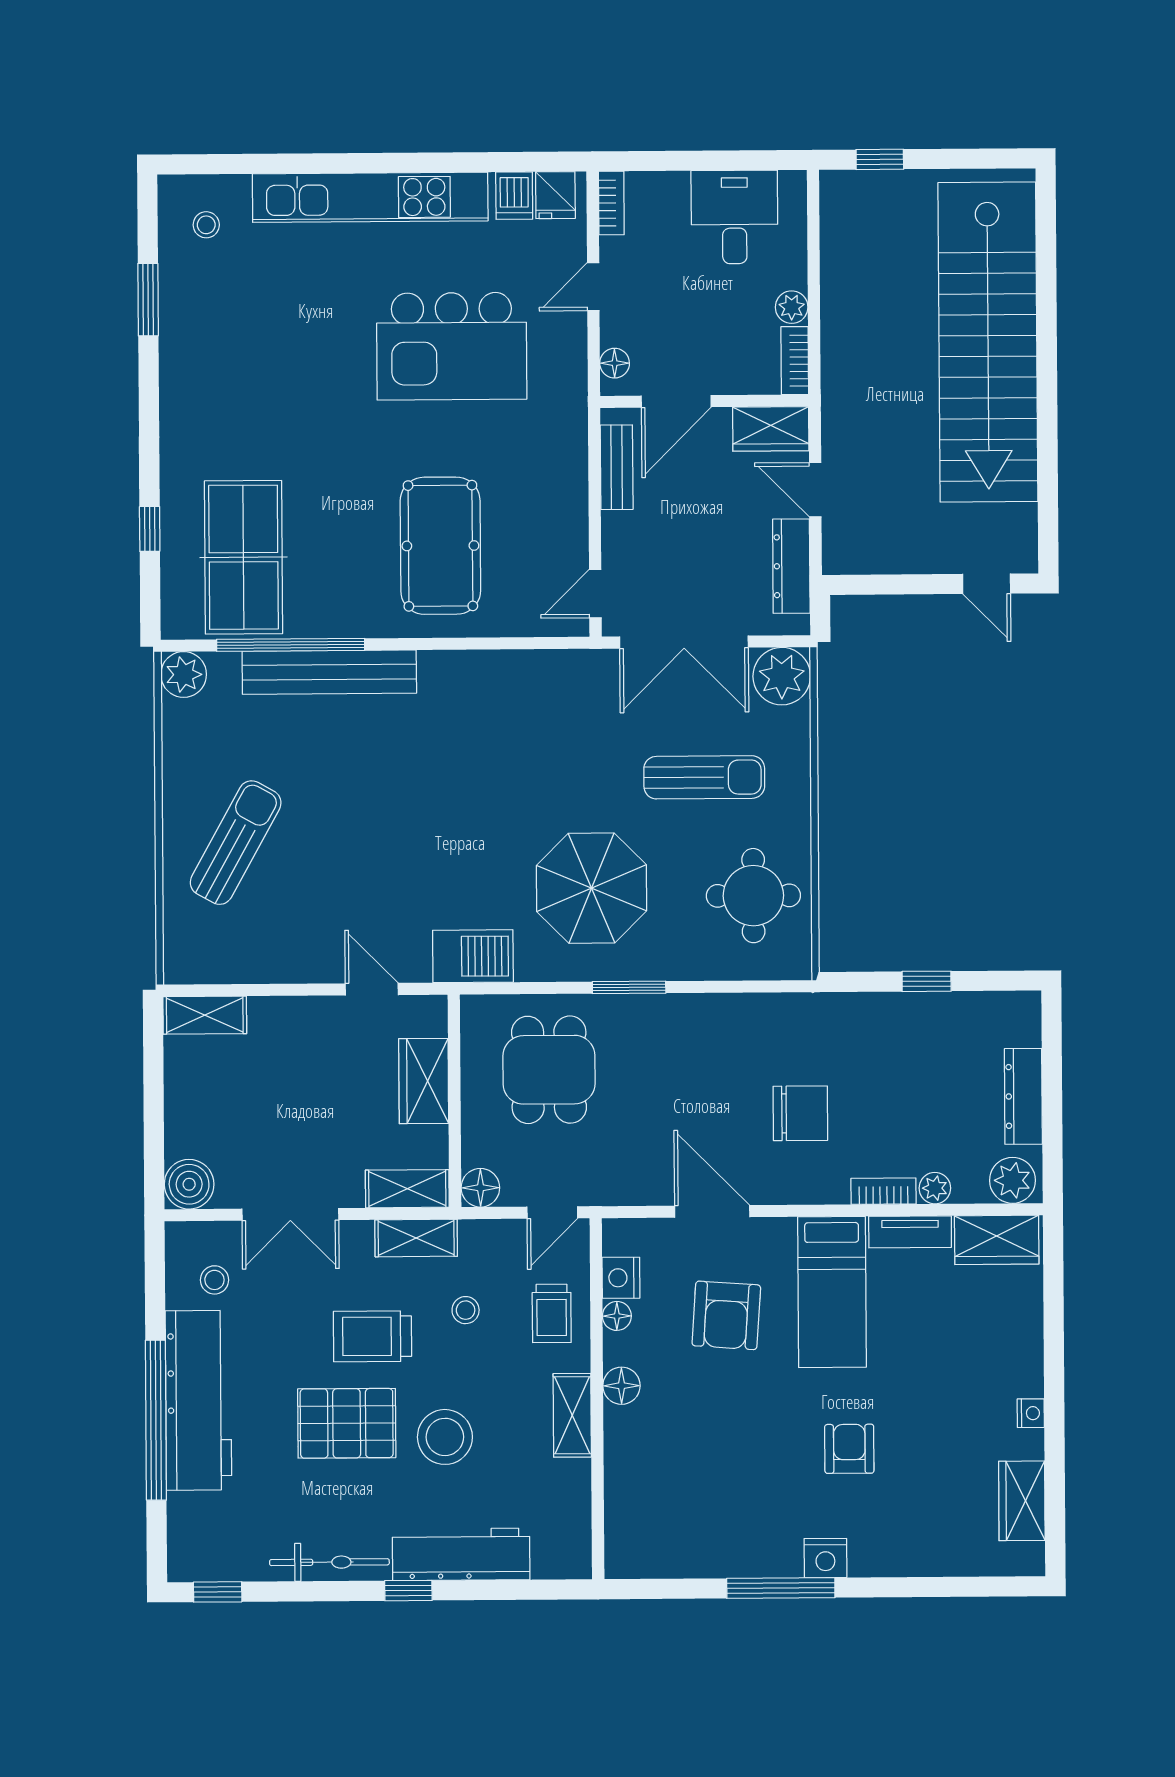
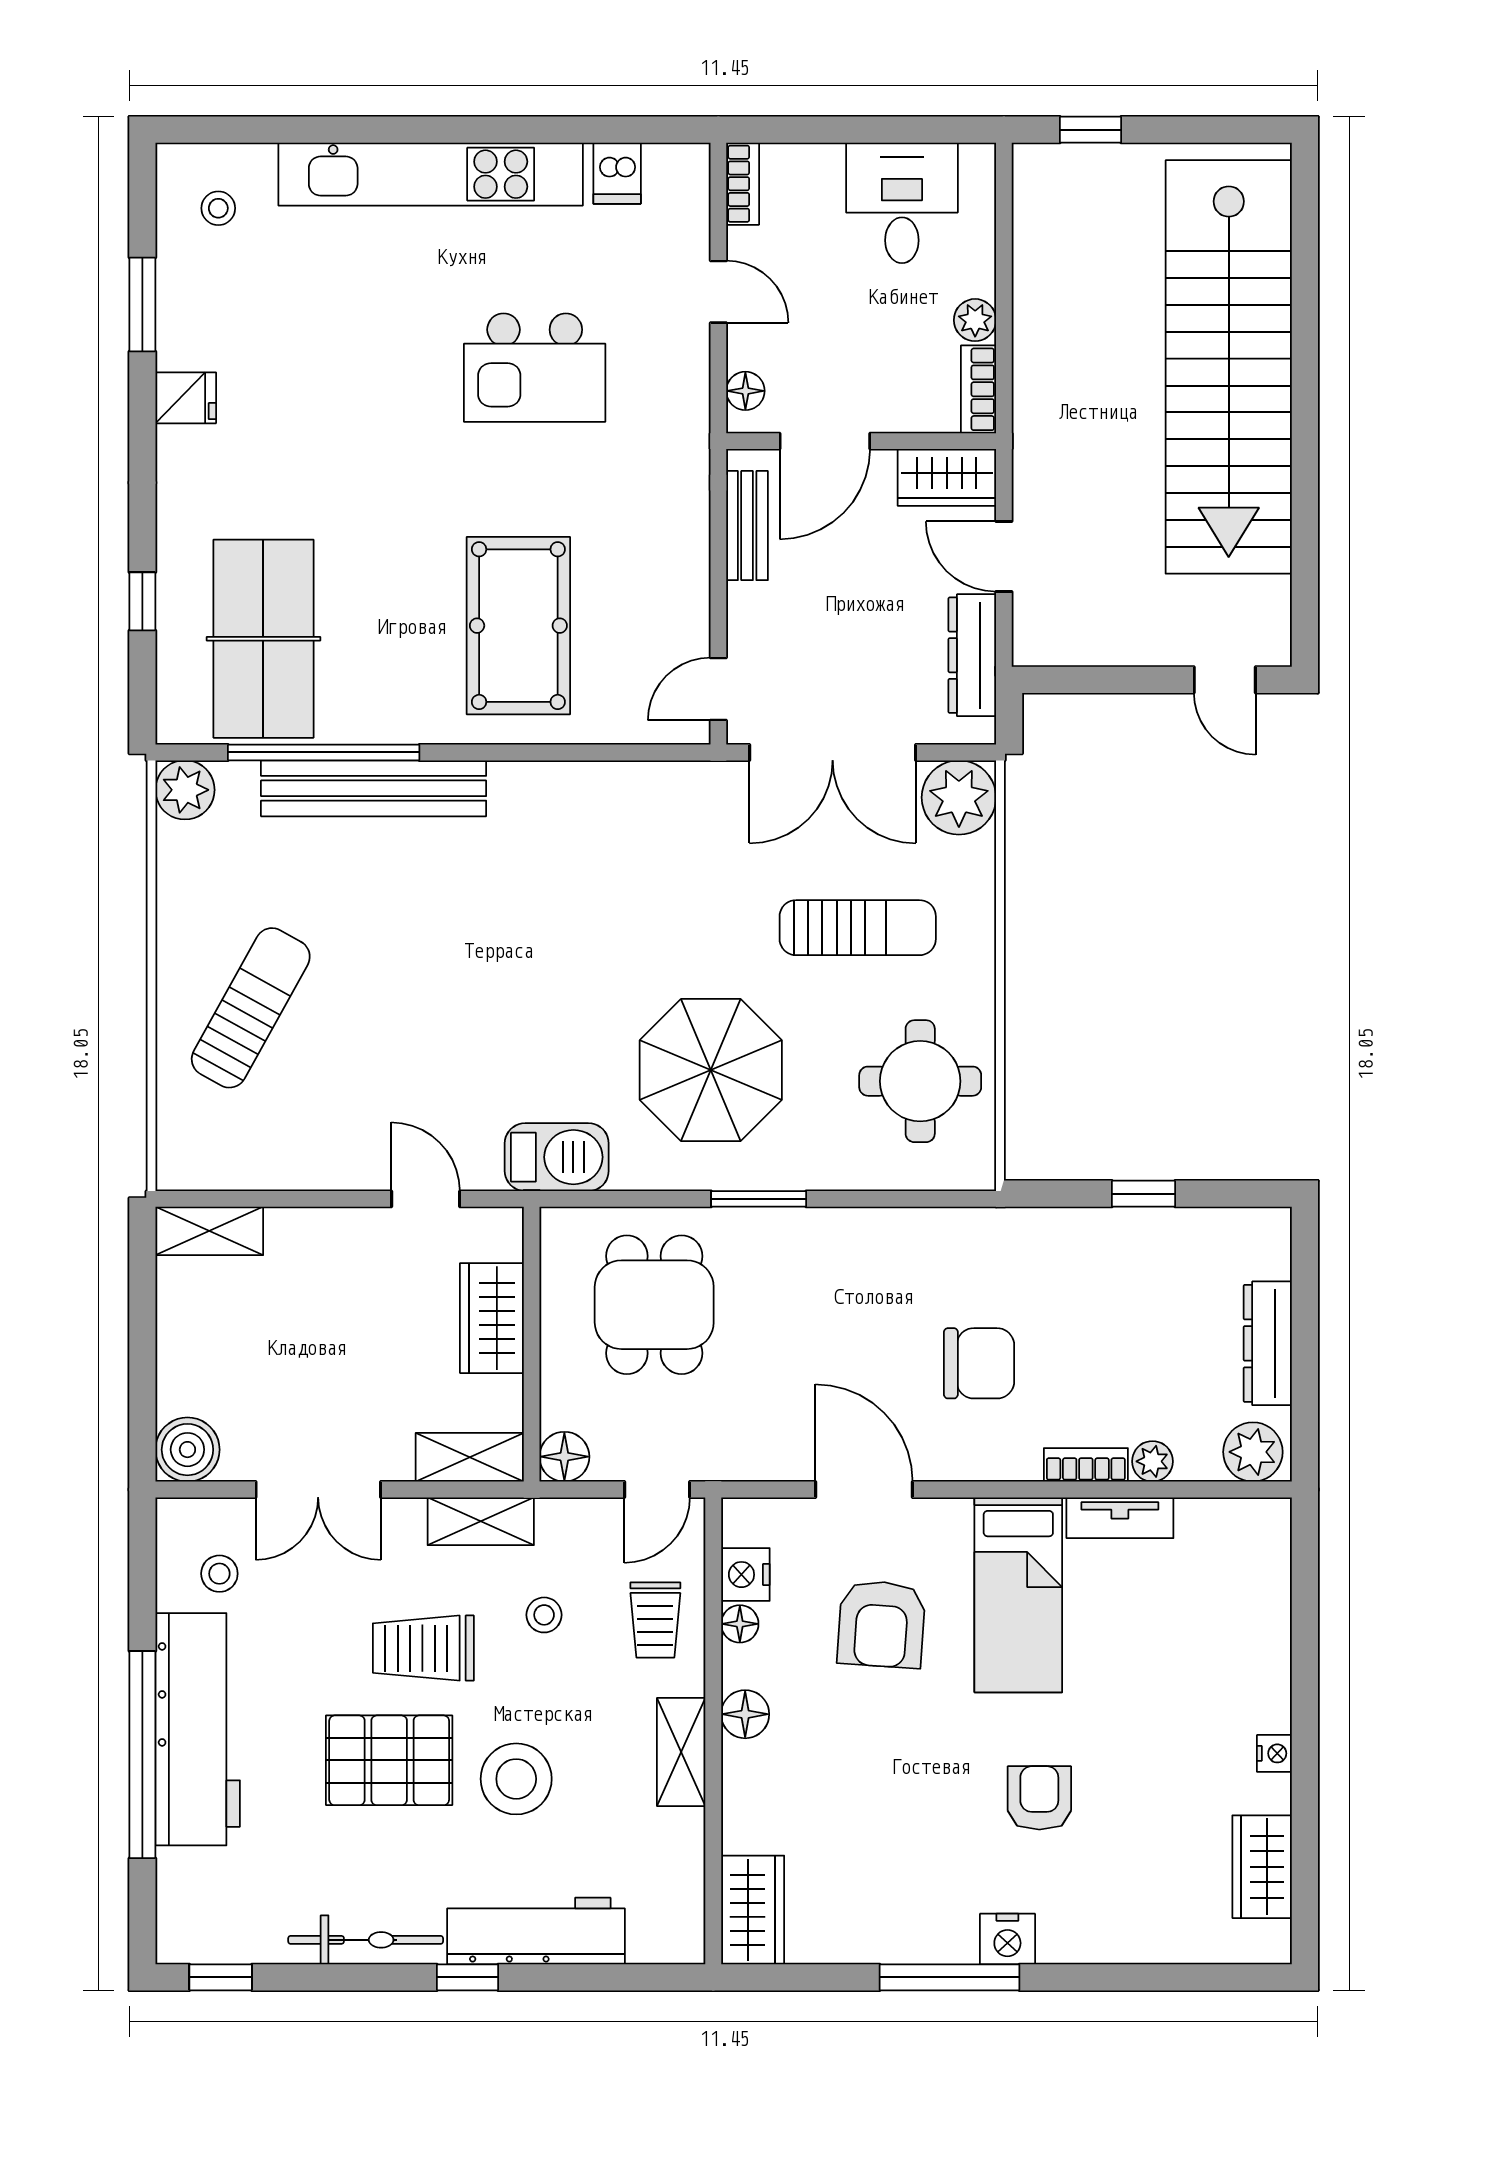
fridge: (555, 195) -> (186, 398), moved, turned -90
door: (593, 287) -> (718, 292), swing flipped
kitchen island: (452, 346) -> (535, 368), width x0.73, depth x0.78
wardrobe: (997, 1240) -> (753, 1910), moved, turned -90

